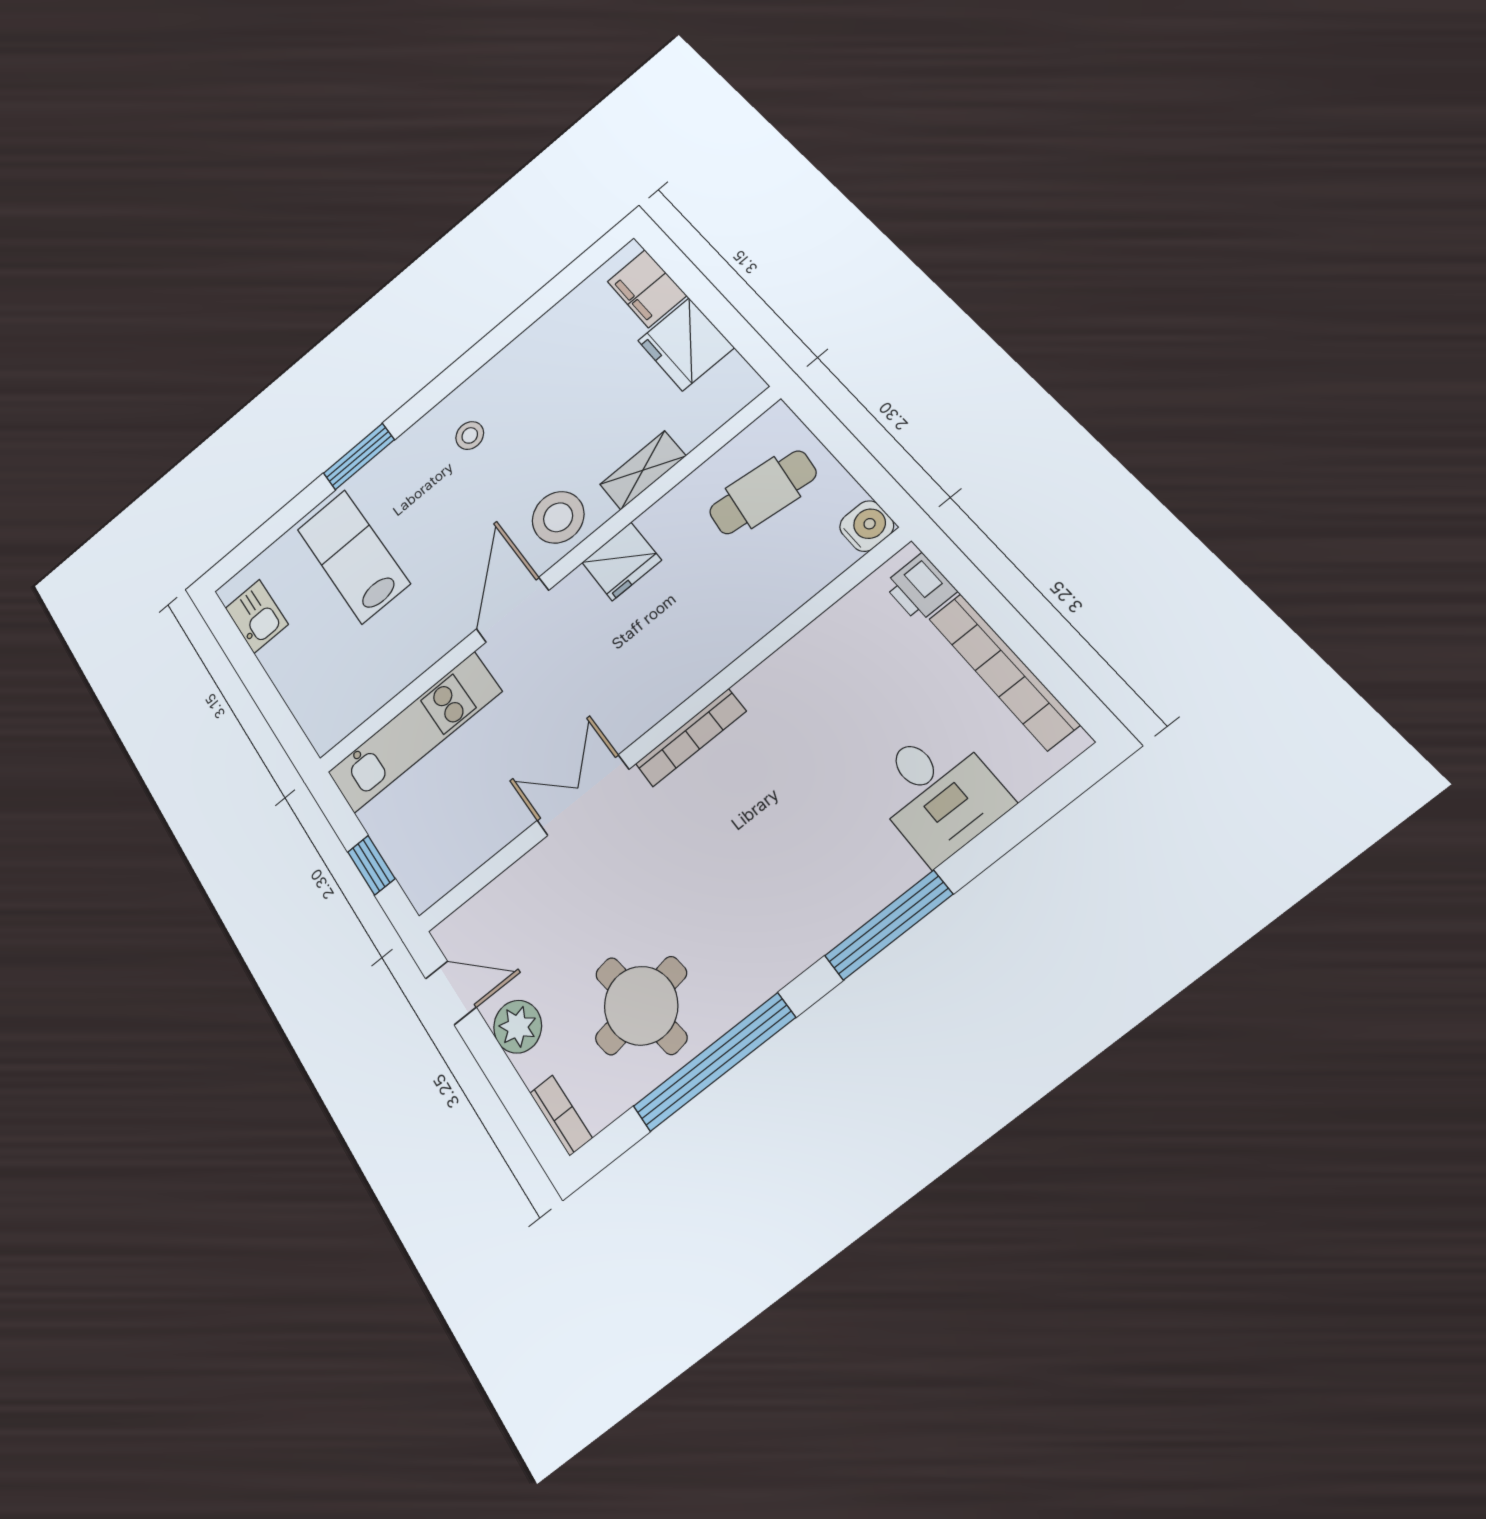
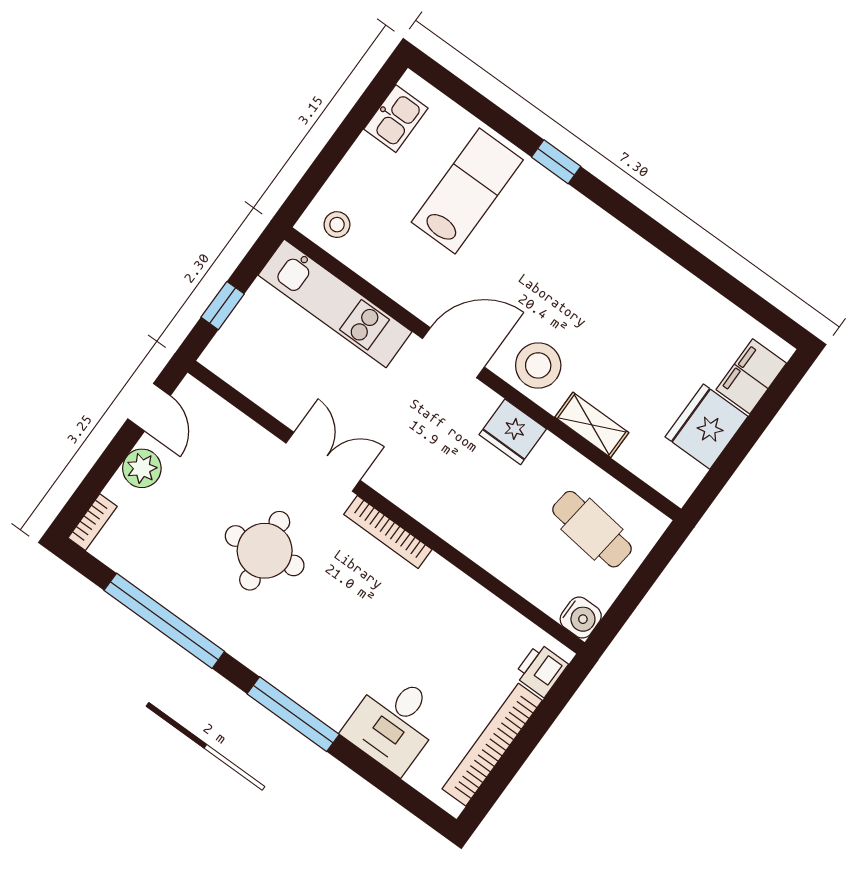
stool: (470, 435) -> (337, 225), moved
window: (359, 457) -> (556, 162), width x0.67
round table: (641, 1006) -> (265, 551), moved

